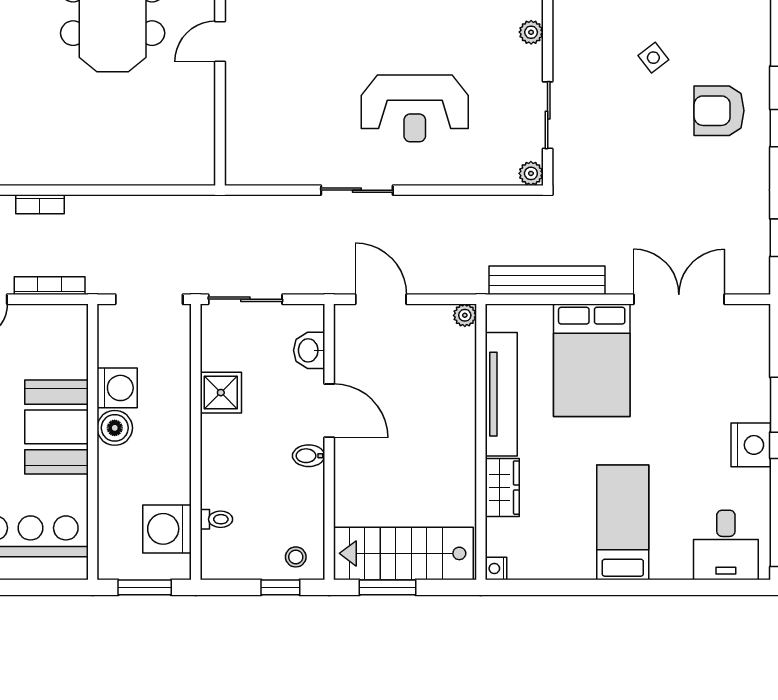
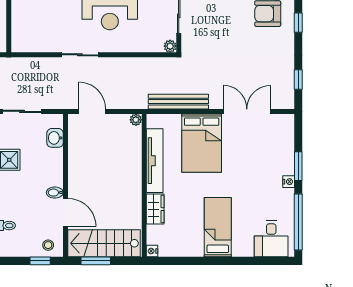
door: (329, 411) -> (65, 212), moved
nightstand: (751, 445) -> (289, 182), width x0.53, depth x0.56

